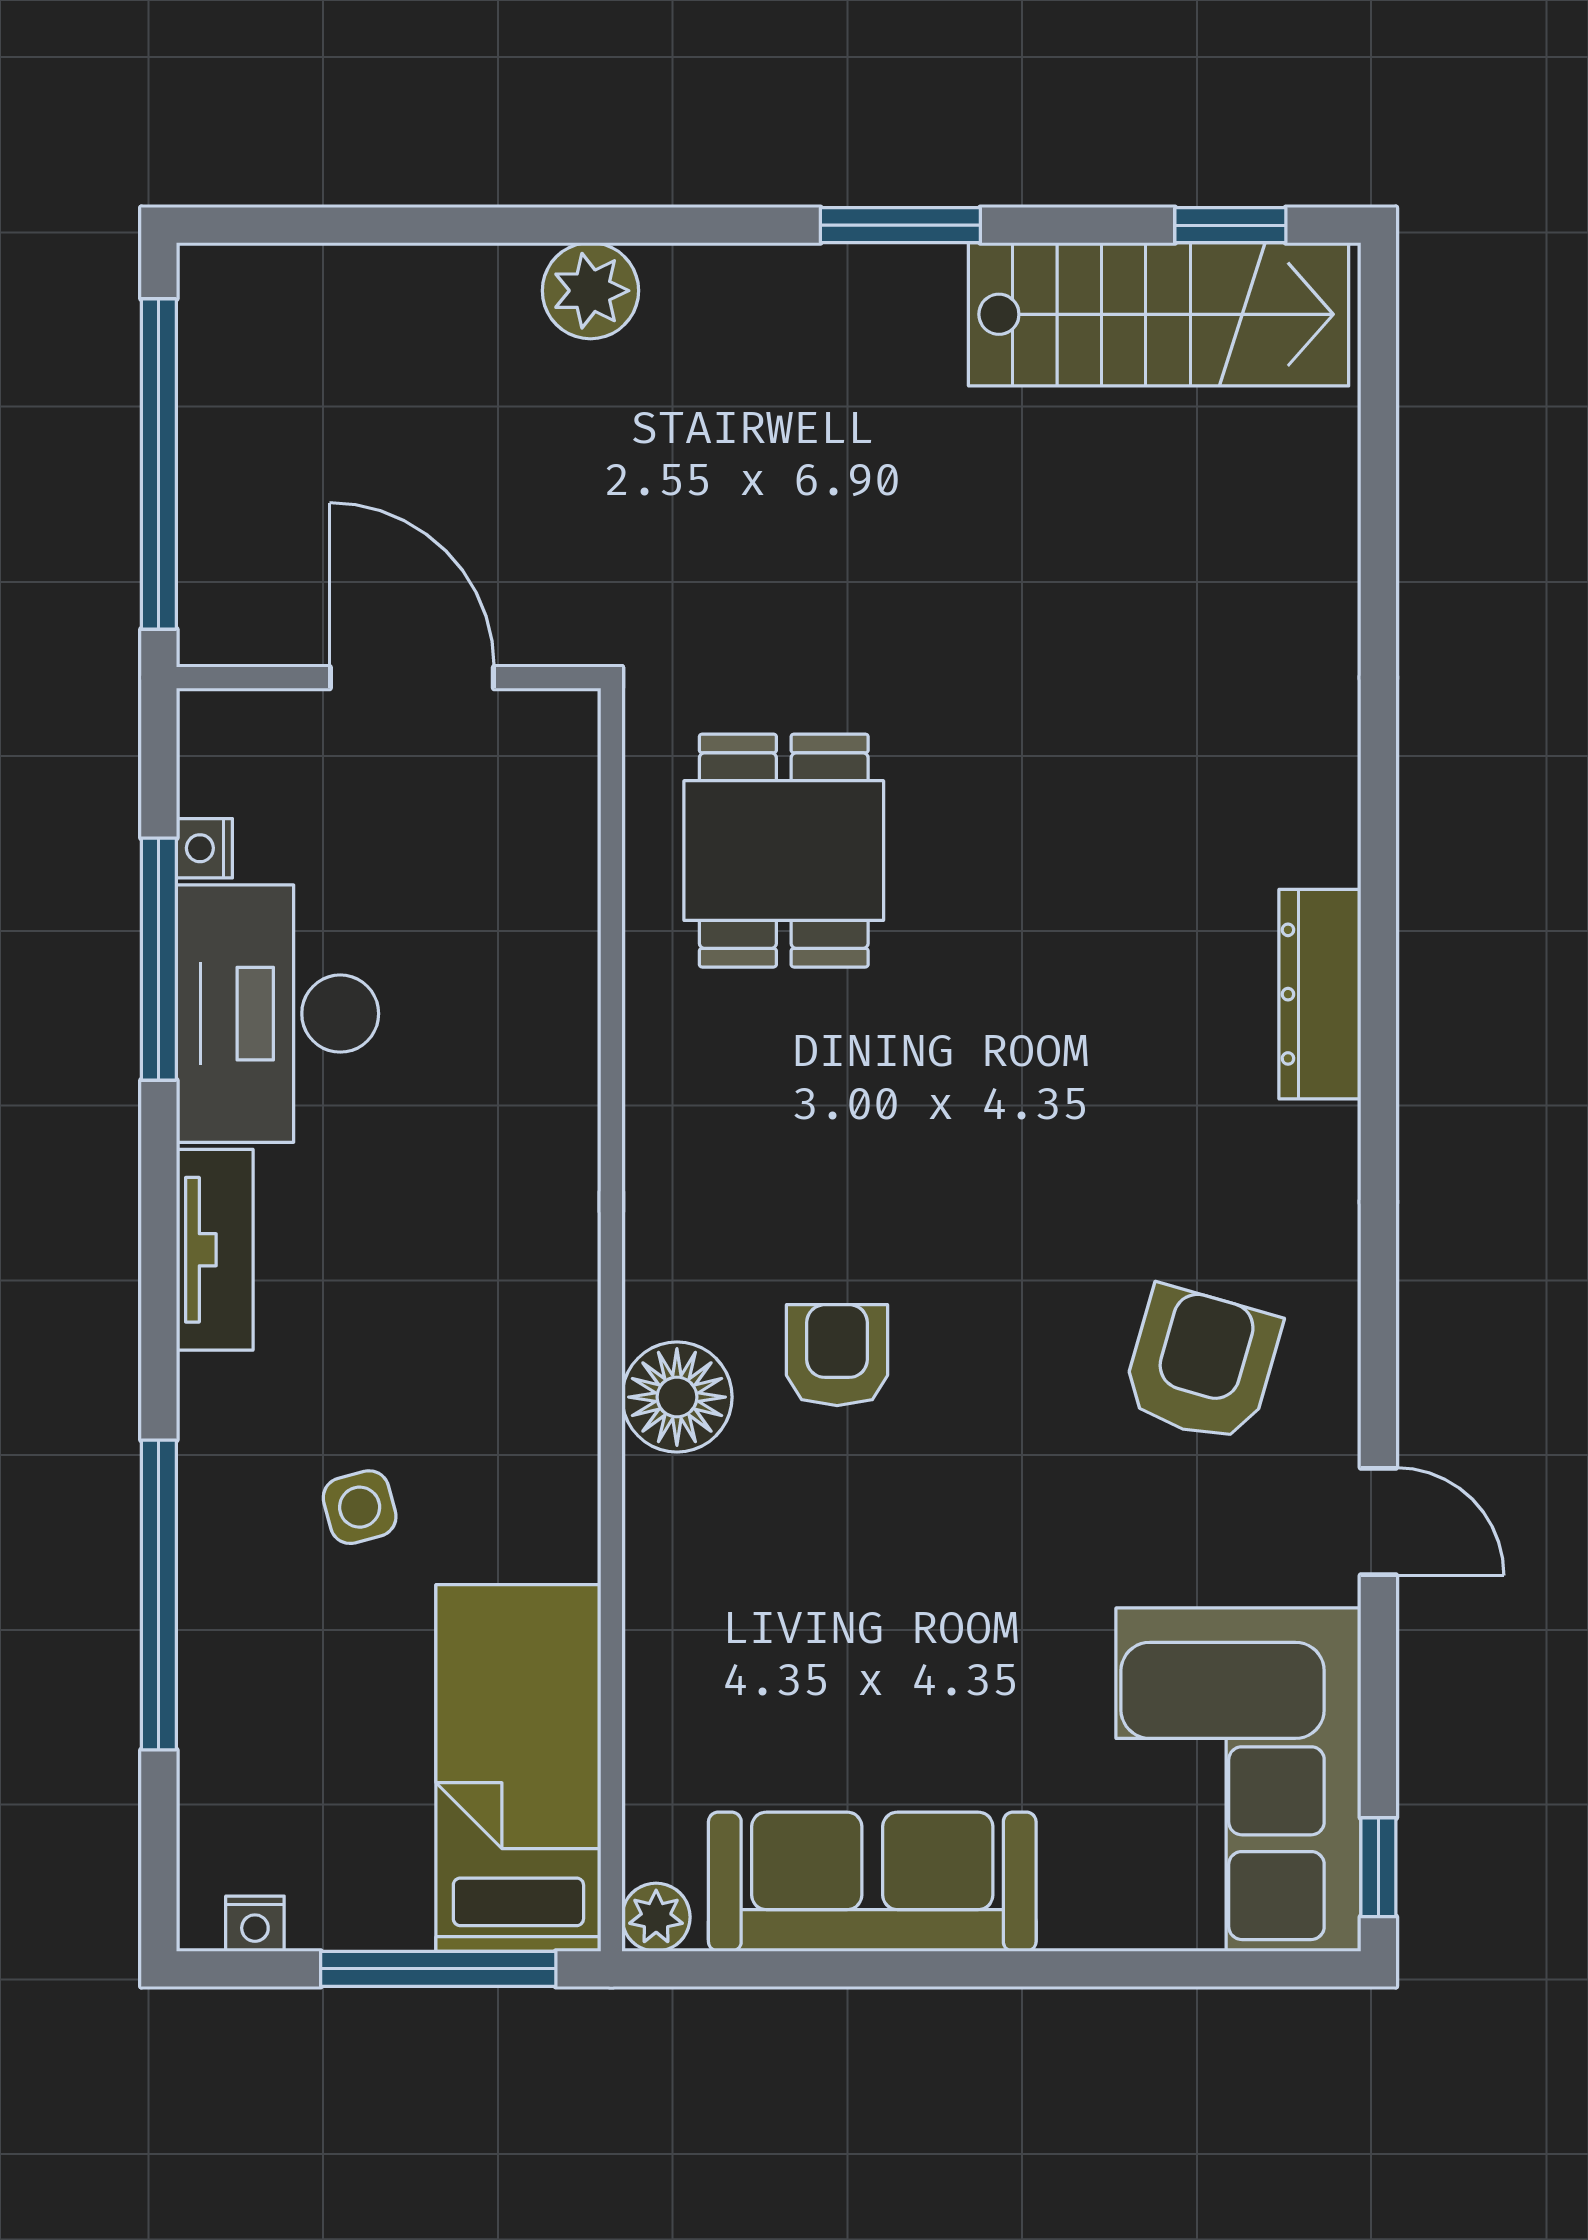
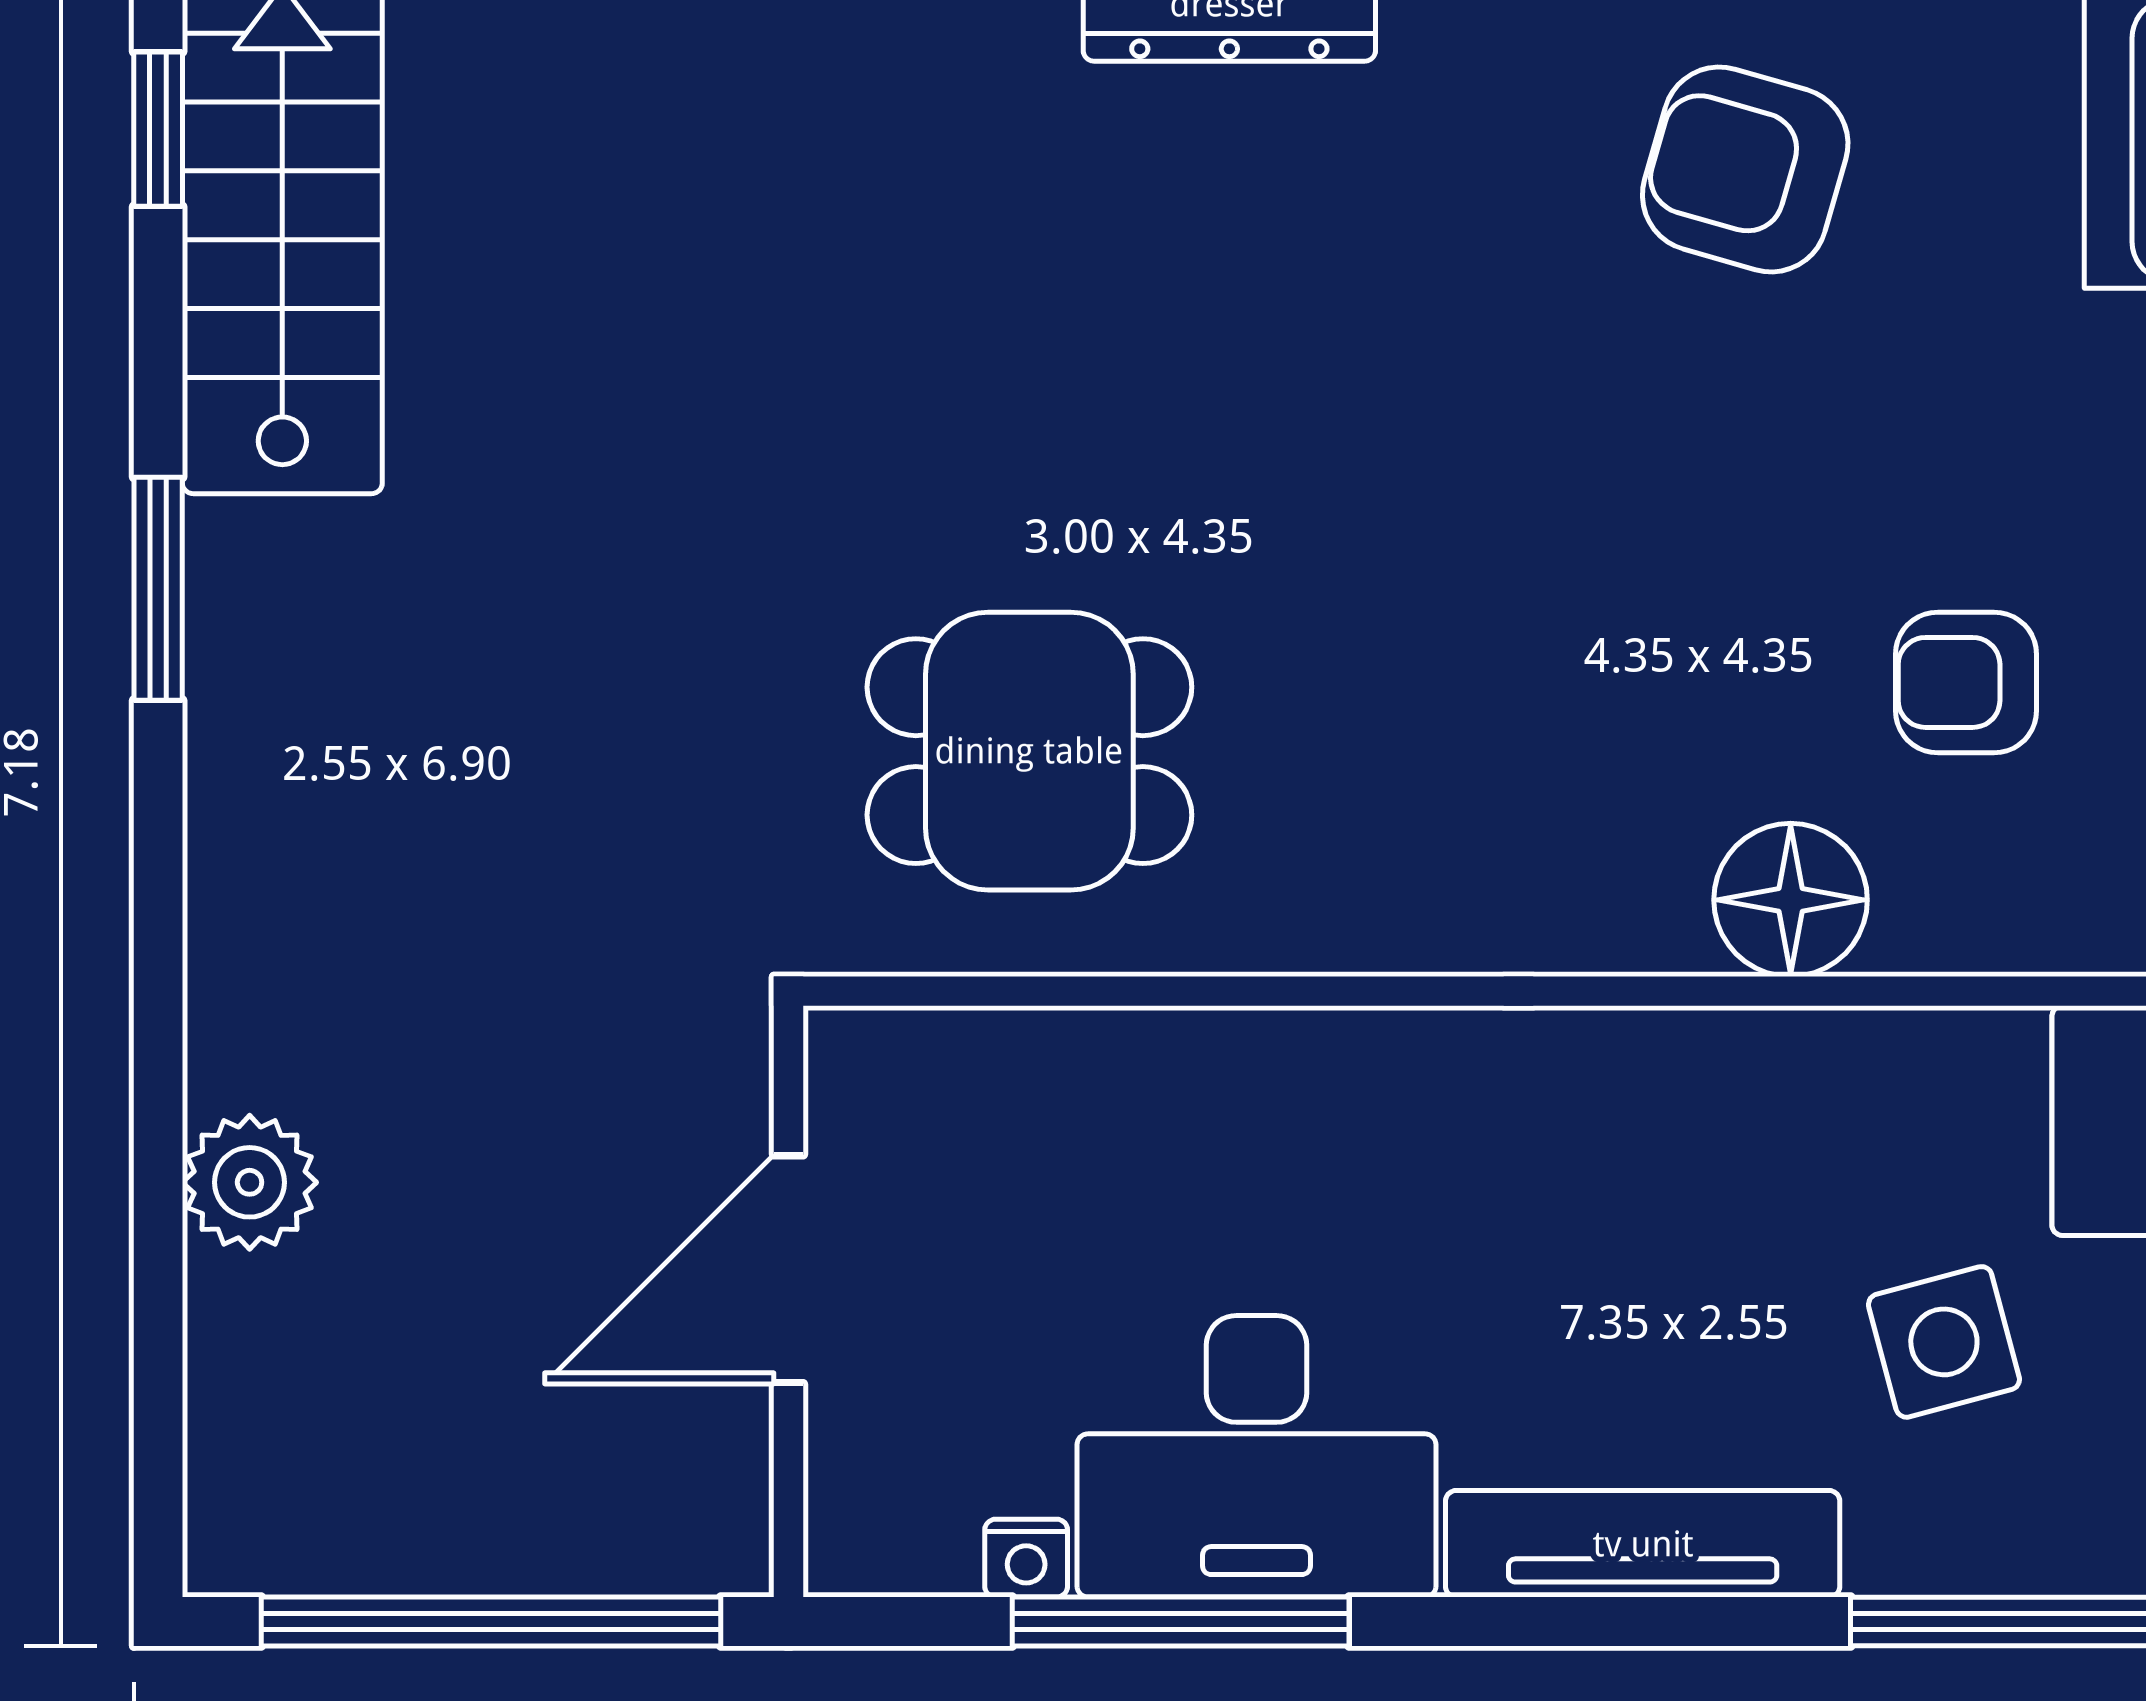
plant: (590, 291) -> (250, 1182), moved
tv unit: (215, 1250) -> (1643, 1544), width x1.41
armchair: (837, 1355) -> (1966, 682), moved
side table: (360, 1507) -> (1944, 1342), width x1.37, depth x1.37

